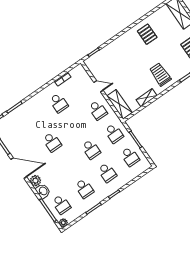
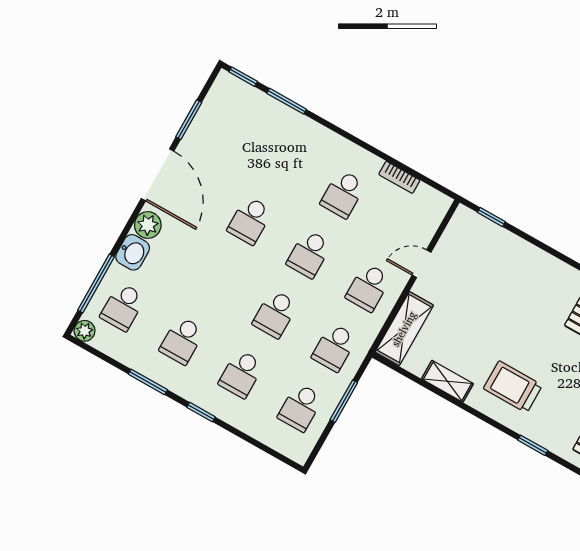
trolley: (160, 74) -> (513, 387), turned -90
door: (99, 86) -> (422, 264), swing flipped
school desk: (75, 126) -> (309, 254), added

